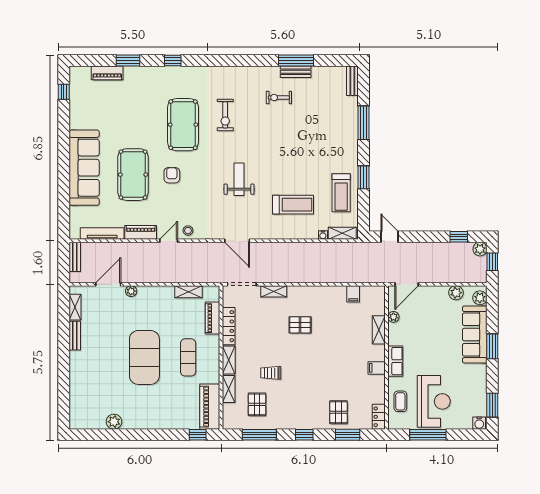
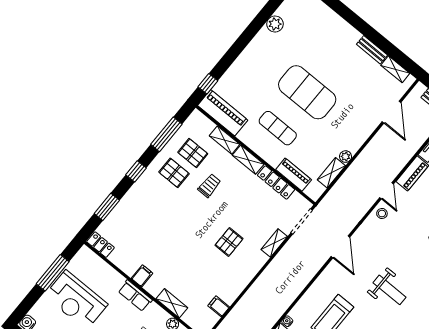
door: (237, 241) -> (340, 247), swing flipped
plant: (131, 291) -> (346, 157), moved
coffee table: (400, 401) -> (99, 273), removed
pallet: (339, 412) -> (174, 173), moved

